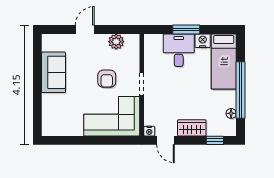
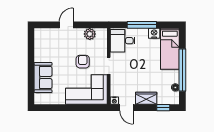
window: (186, 29) -> (142, 25), width x1.44
desk: (179, 50) -> (123, 41), moved, turned -90
sofa: (53, 72) -> (43, 78), moved
armchair: (107, 79) -> (83, 62), turned 180

